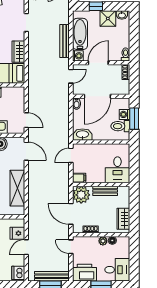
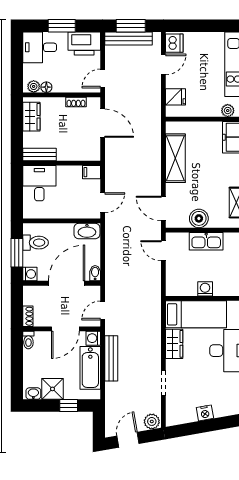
washing machine: (124, 114) -> (30, 274), moved
bench: (105, 191) -> (40, 155), moved
plant: (81, 195) -> (89, 149), removed
plant: (103, 241) -> (34, 86), moved
door: (26, 247) -> (163, 64), moved
door: (71, 247) -> (103, 78), swing flipped

